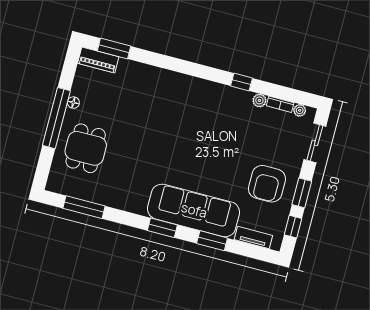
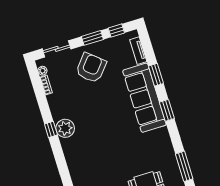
window: (242, 82) -> (51, 129), moved
plant: (259, 100) -> (65, 128), moved, width x1.87, depth x1.87
armchair: (267, 184) -> (91, 68), moved, turned -50

